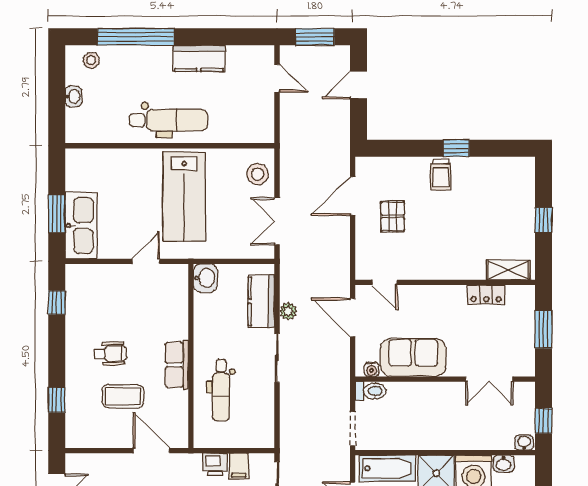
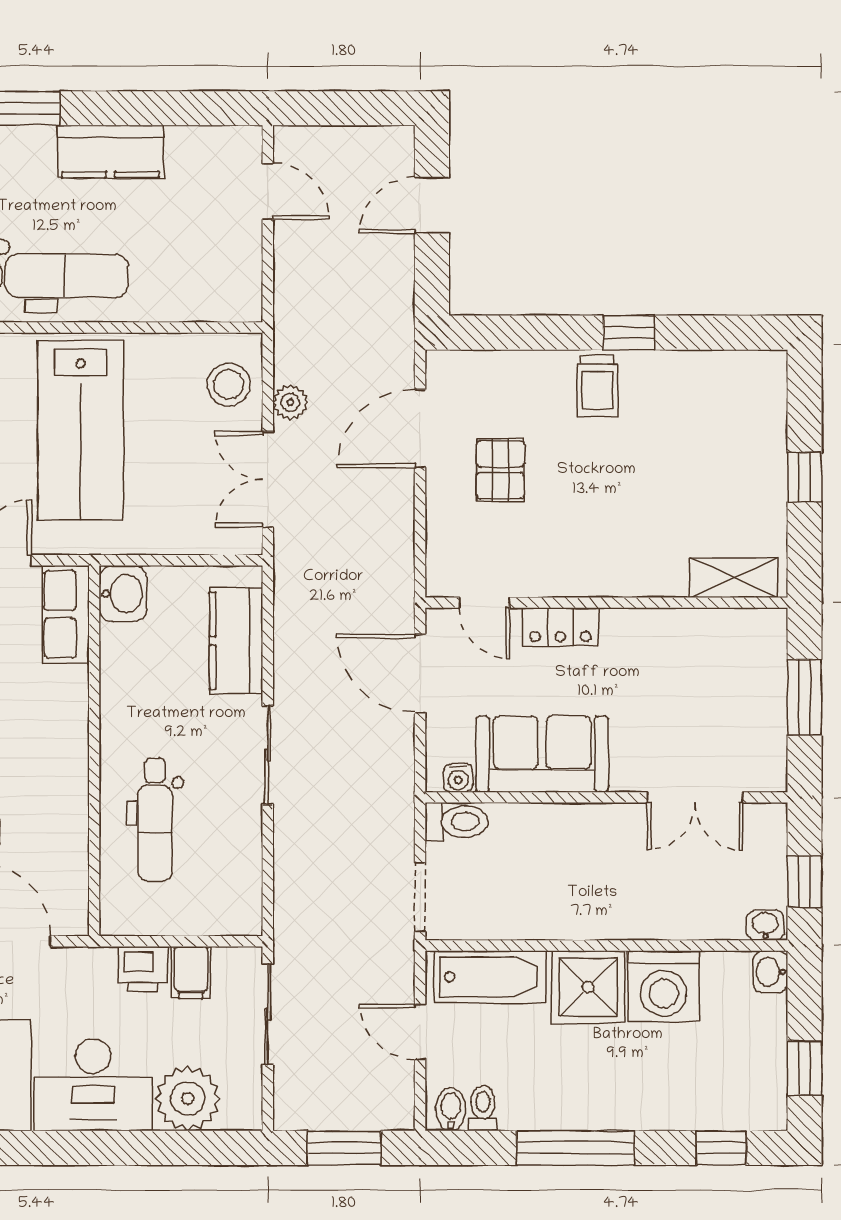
window: (315, 37) -> (344, 108), removed
locker: (486, 294) -> (560, 627), moved
plant: (288, 311) -> (290, 402), moved
row of seats: (177, 365) -> (66, 614), moved
washbasin: (504, 464) -> (770, 972), moved, turned 90

